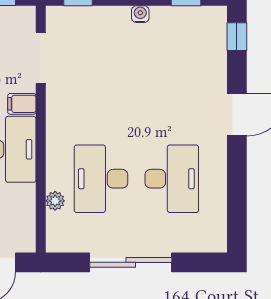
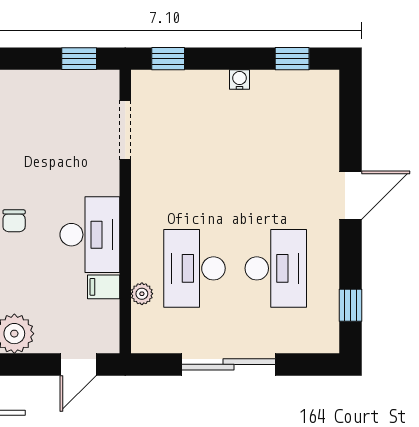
window: (237, 37) -> (350, 305), moved
filing cabinet: (22, 104) -> (104, 287), moved

